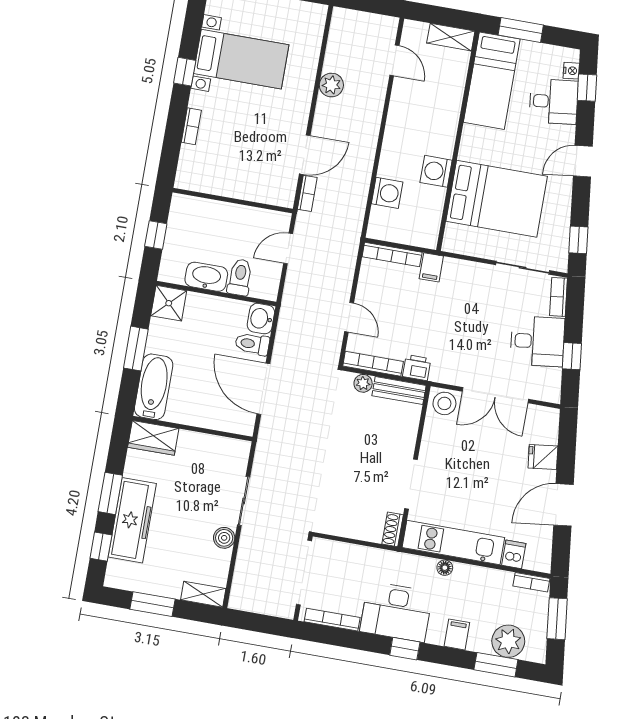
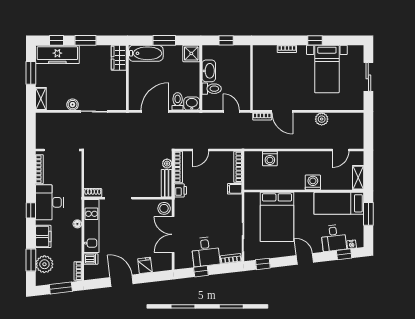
washing machine: (436, 171) -> (313, 182), moved
freezer: (132, 520) -> (57, 54), moved
filing cabinet: (457, 634) -> (43, 236), width x2.00

